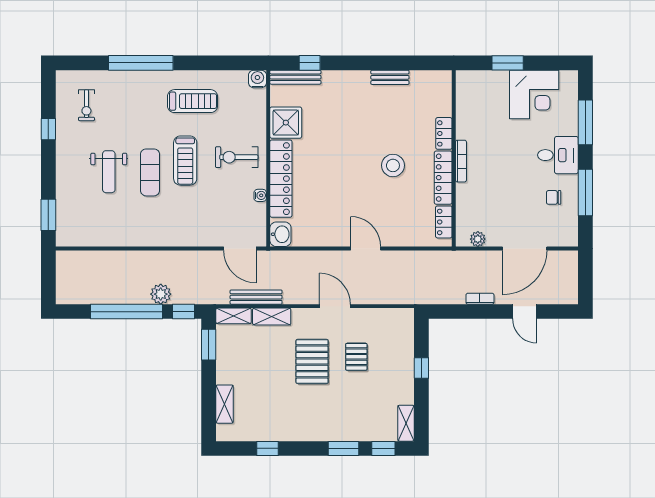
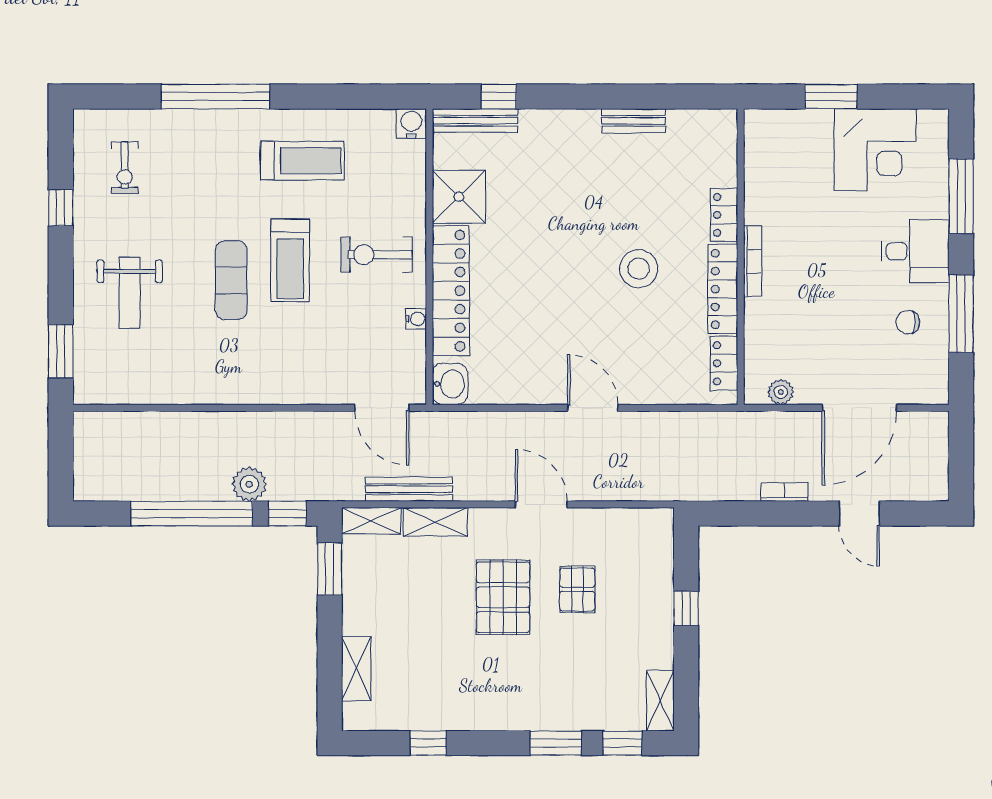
weight bench: (109, 172) -> (130, 293), moved

